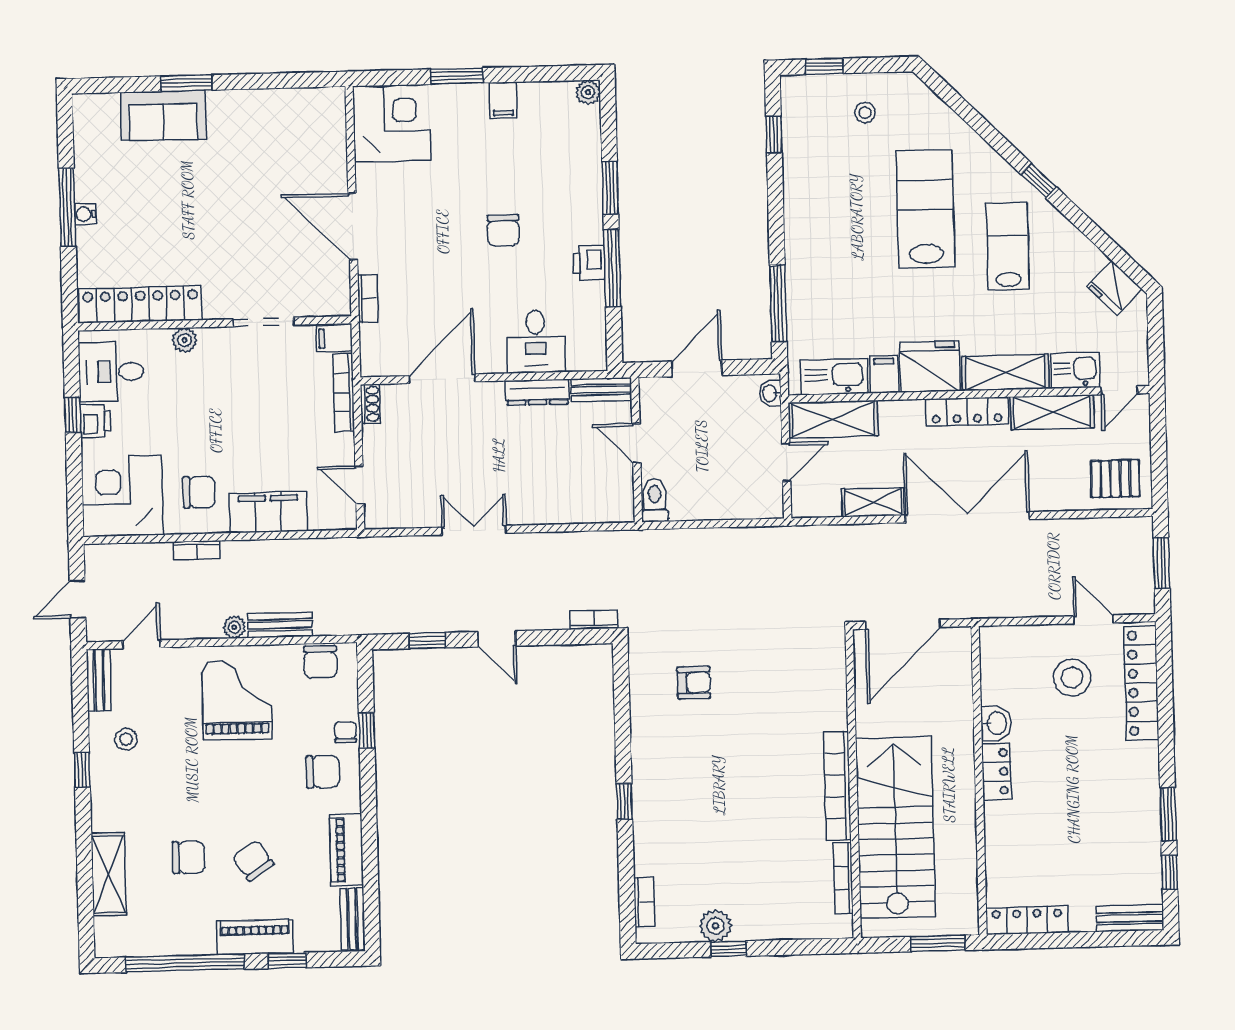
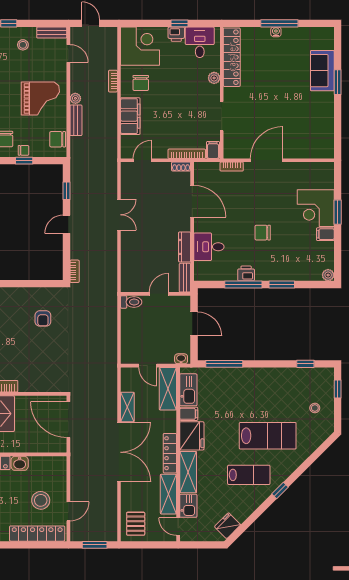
corner desk: (392, 123) -> (316, 208), moved, turned 90

